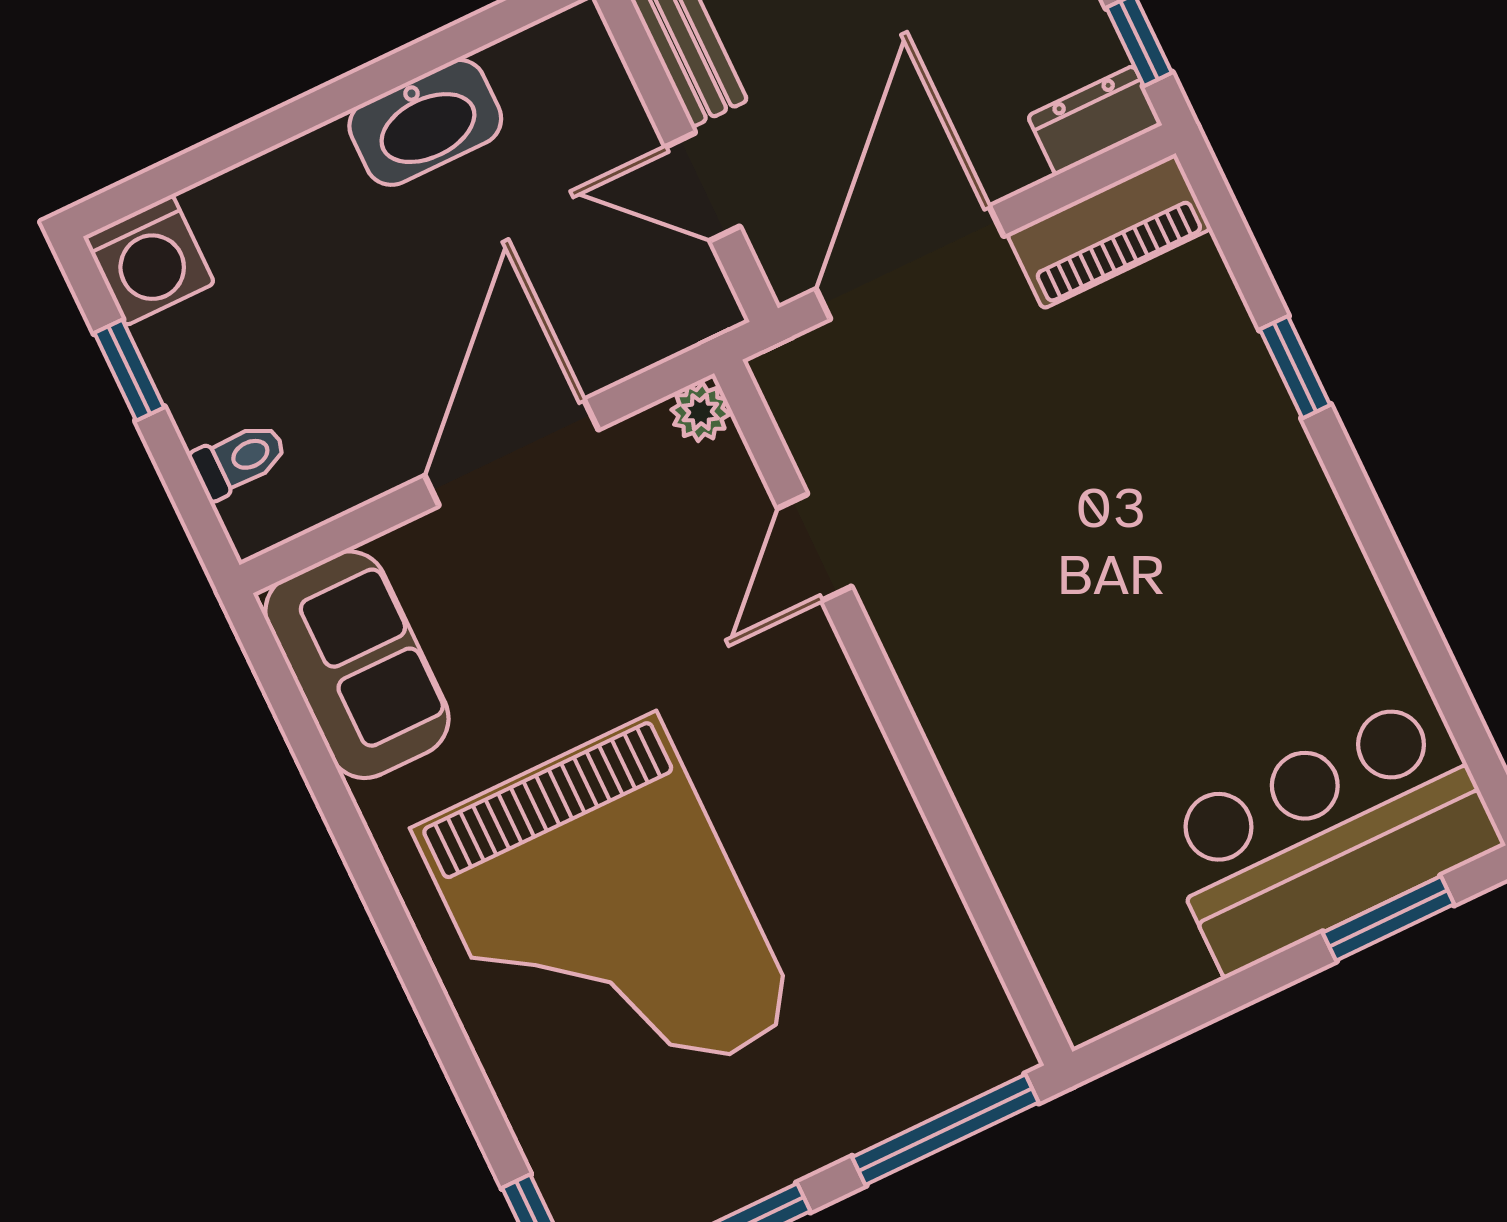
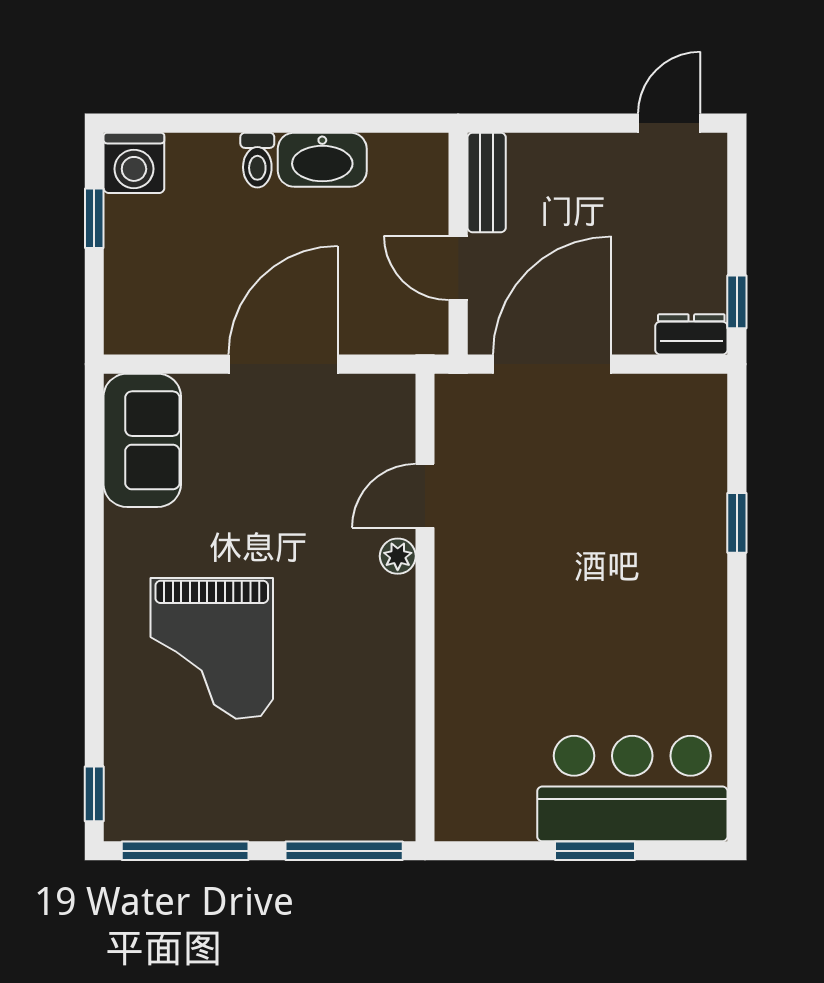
piano: (1109, 231) -> (670, 399), removed
plant: (700, 412) -> (398, 556), moved
toilet: (239, 460) -> (257, 160), moved, turned 90
window: (1388, 918) -> (595, 851), moved
grand piano: (607, 924) -> (212, 648), width x0.73, depth x0.68

